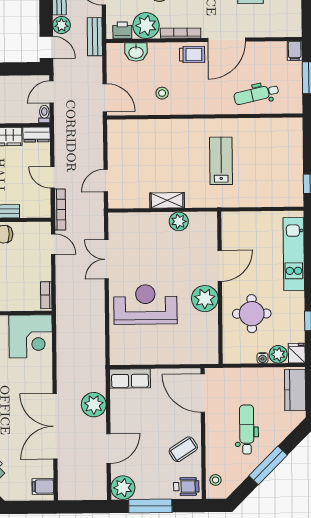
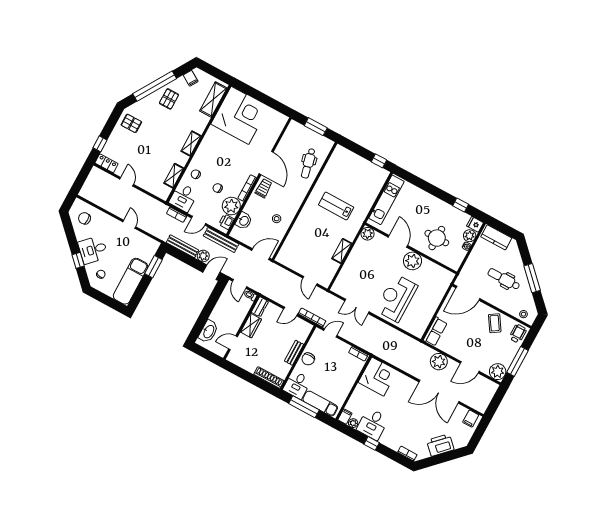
bench: (95, 37) -> (221, 240), width x1.36
filing cabinet: (295, 51) -> (295, 126), removed
plant: (179, 221) -> (367, 234), moved
kitchen unit: (294, 254) -> (386, 200), moved, turned -90
door: (108, 449) -> (470, 367), swing flipped

